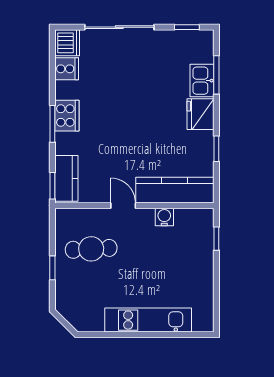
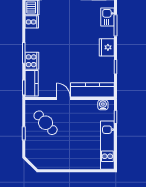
kitchen sink: (202, 81) -> (108, 17), moved
cooker: (67, 116) -> (32, 61), moved
water cooler: (164, 217) -> (103, 105), moved
cafe table: (91, 249) -> (46, 123), turned 50
kitchen unit: (148, 320) -> (107, 145), moved, turned -90

